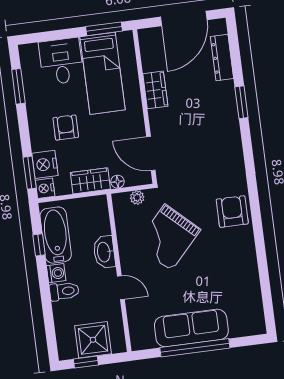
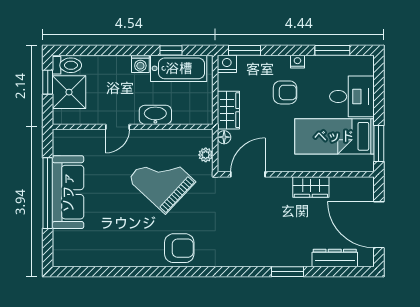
nightstand: (45, 164) -> (297, 62), moved, width x0.53, depth x0.56
toilet: (64, 291) -> (67, 65), moved, turned -90

